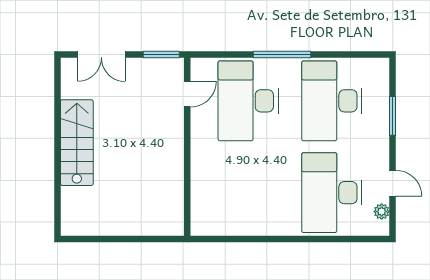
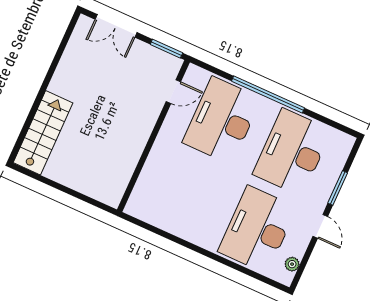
window: (282, 55) -> (268, 94), width x1.46
stairs: (77, 143) -> (43, 133), moved
door: (393, 183) -> (320, 226), moved

